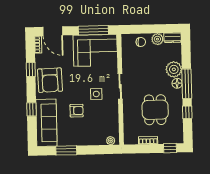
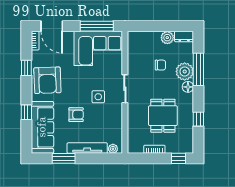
chair: (141, 42) -> (160, 65), moved
window: (187, 84) -> (198, 69), moved
tv unit: (87, 141) -> (87, 148), added

